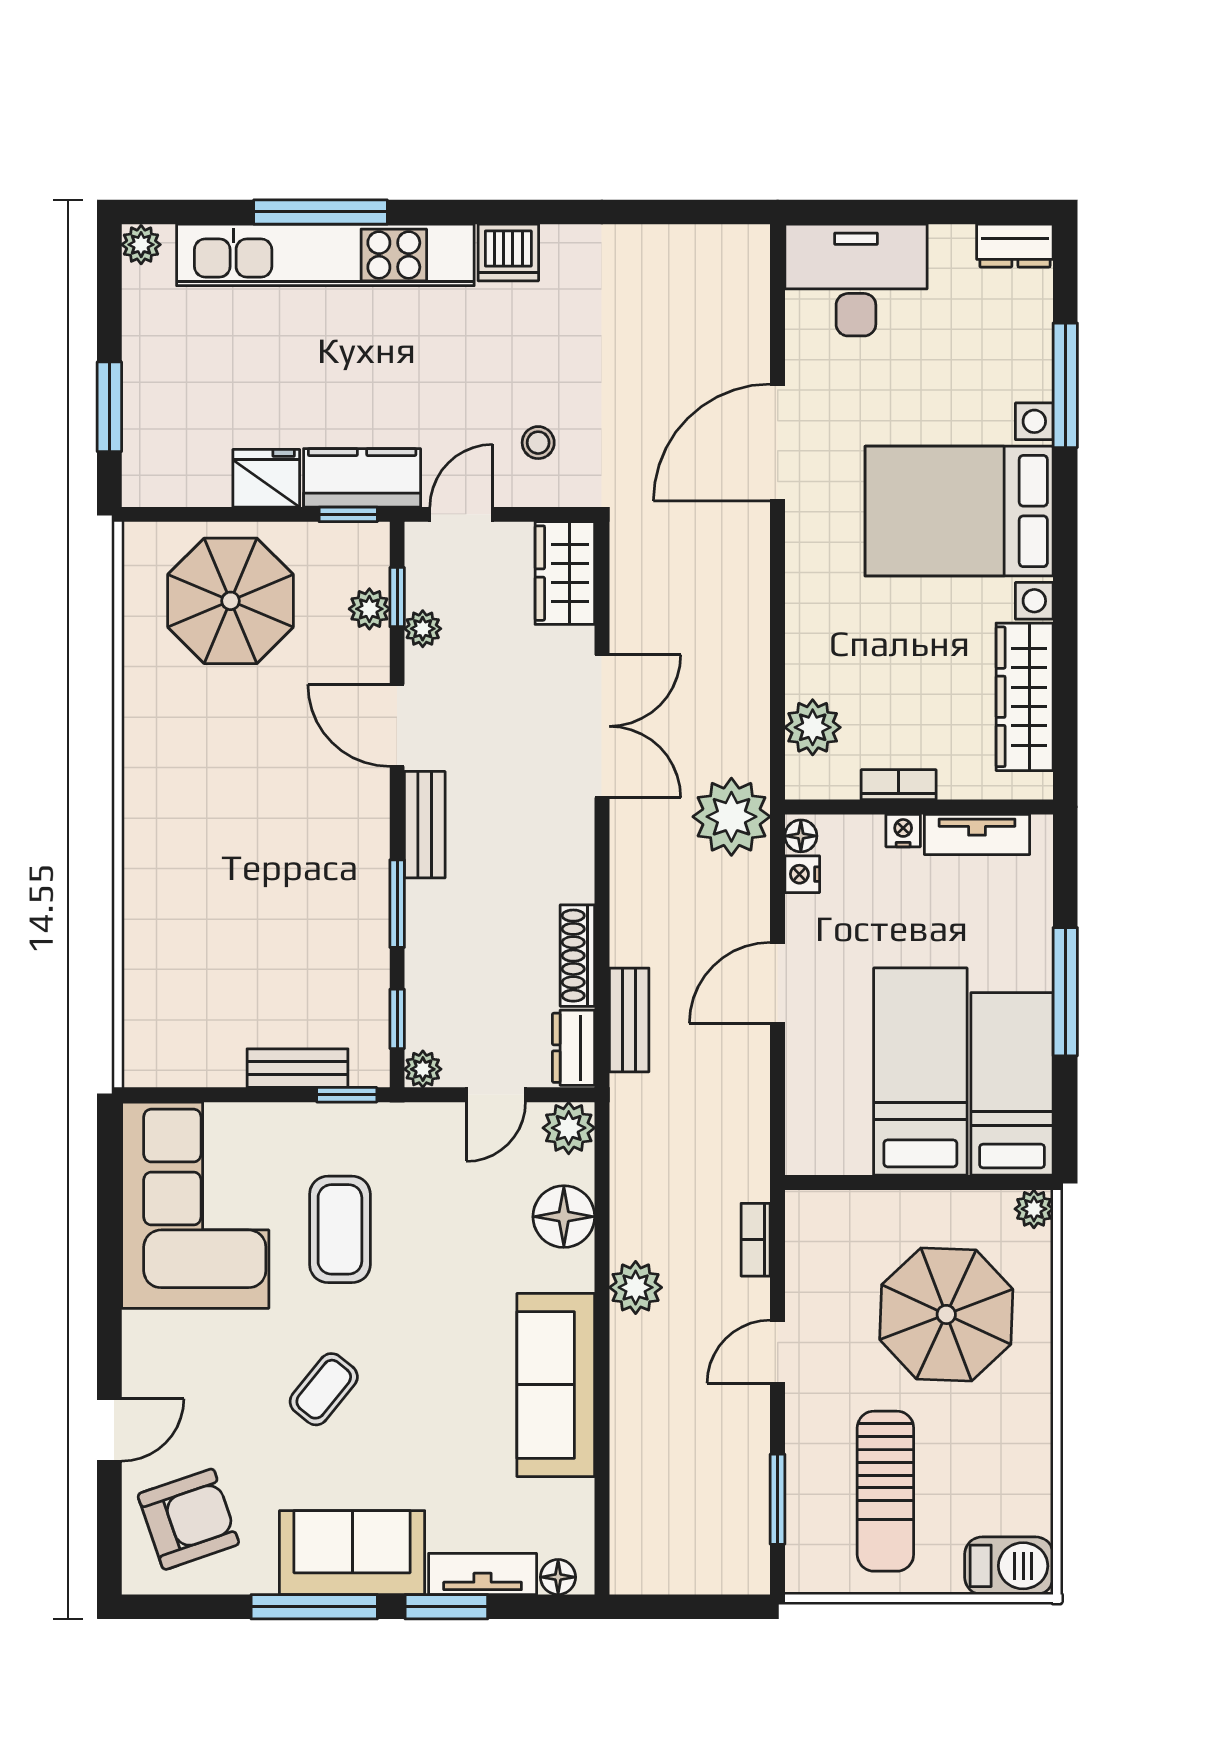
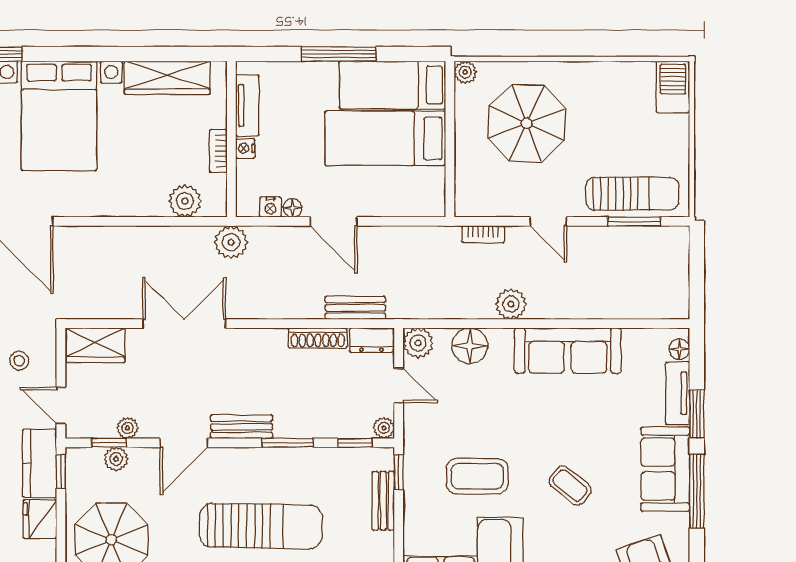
plant: (731, 817) -> (231, 242), width x0.73, depth x0.73
floor lamp: (801, 836) -> (293, 208), moved
sun lounger: (254, 858) -> (261, 526), added
sun lounger: (885, 1491) -> (632, 194), moved

